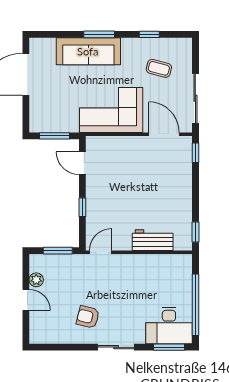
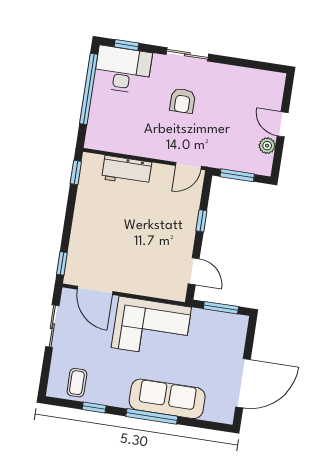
window: (99, 34) -> (152, 416), width x1.44
coffee table: (159, 68) -> (77, 383), moved, turned 75
sliding door: (195, 98) -> (52, 326), width x0.73
armchair: (88, 317) -> (183, 101), moved, turned 76
window: (169, 347) -> (126, 45), width x0.67

